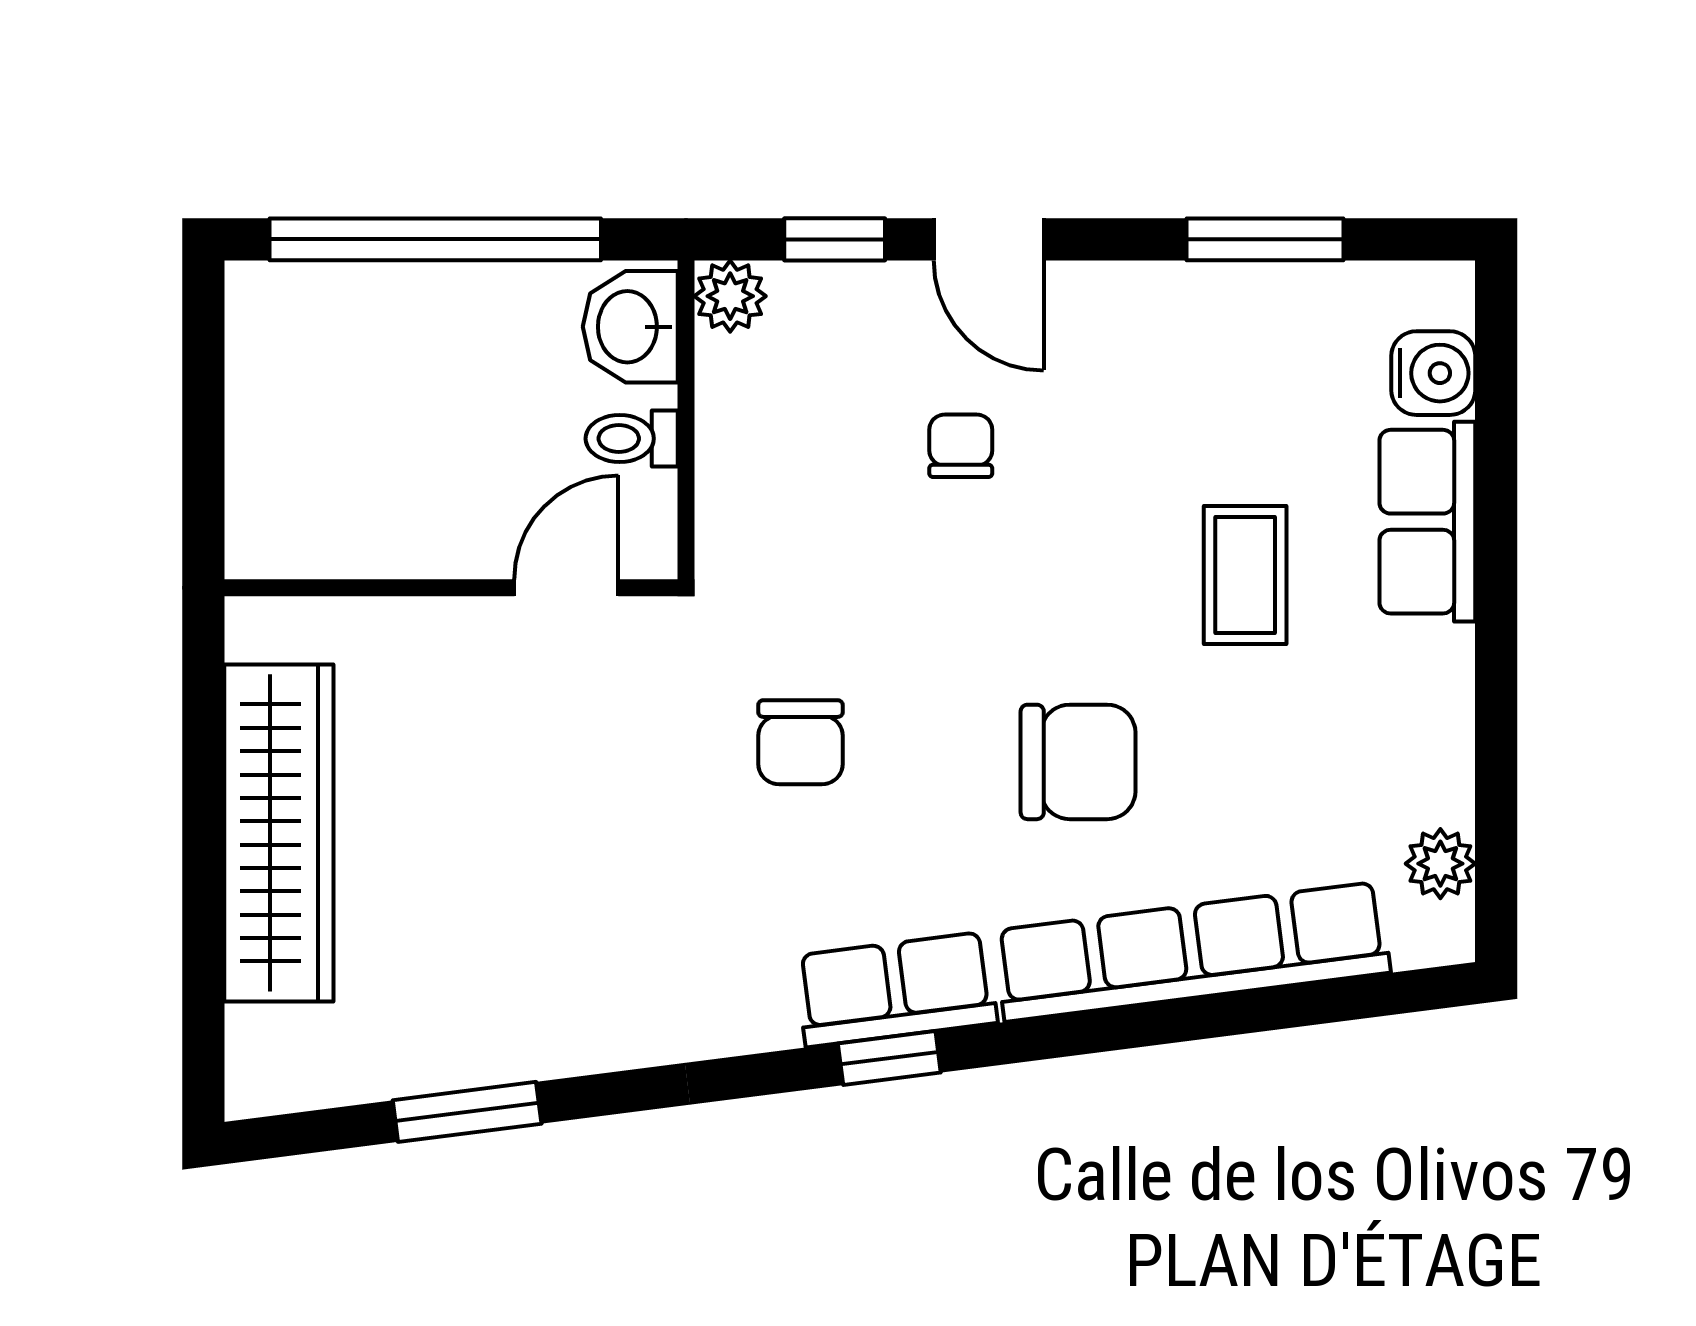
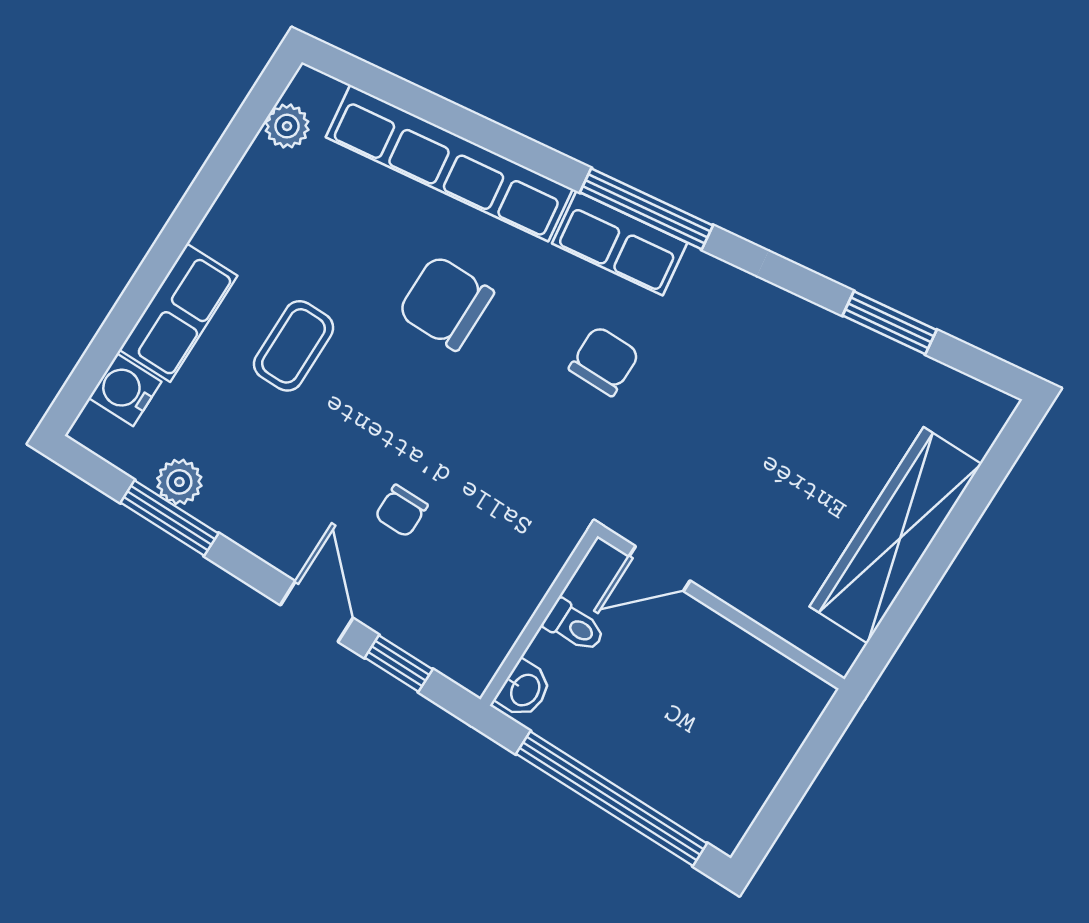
plant: (730, 296) -> (179, 482), moved
washbasin: (630, 327) -> (524, 689), width x0.72, depth x0.69
chair: (800, 742) -> (604, 361), moved
window: (889, 1058) -> (646, 209), width x2.17

